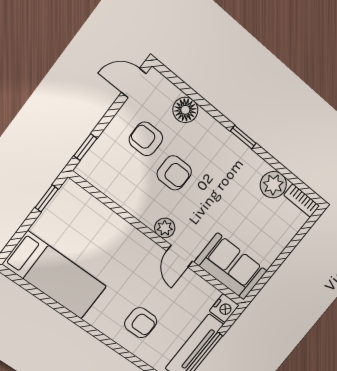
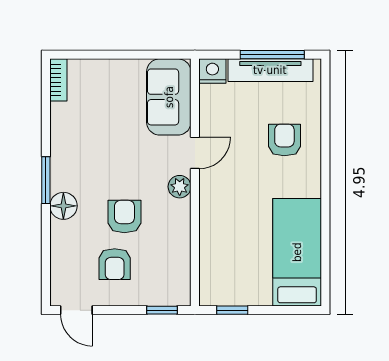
floor lamp: (185, 110) -> (63, 206), moved
window: (243, 137) -> (46, 180), width x1.50
plant: (273, 185) -> (65, 118), removed

